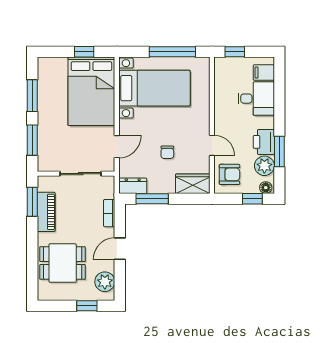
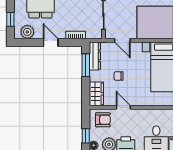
door: (212, 145) -> (123, 107), swing flipped
armchair: (229, 174) -> (103, 120), turned -90
dresser: (133, 186) -> (95, 56), width x1.44

